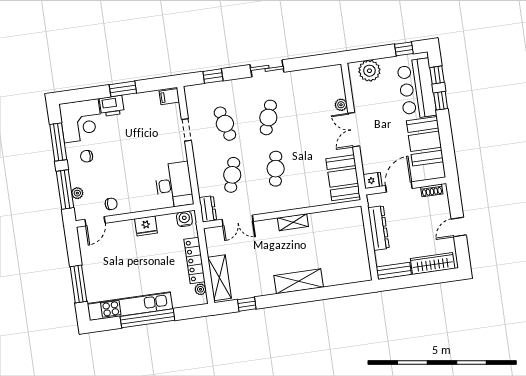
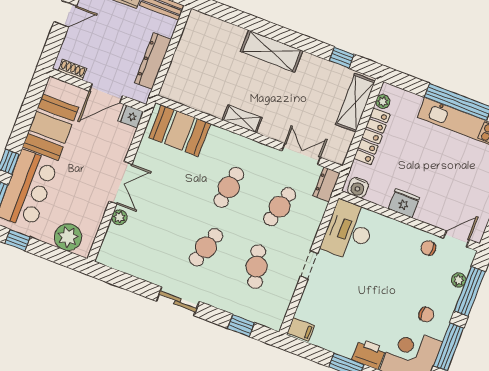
doorway: (186, 130) -> (309, 265), moved
booth: (343, 178) -> (180, 131), moved, turned 90

